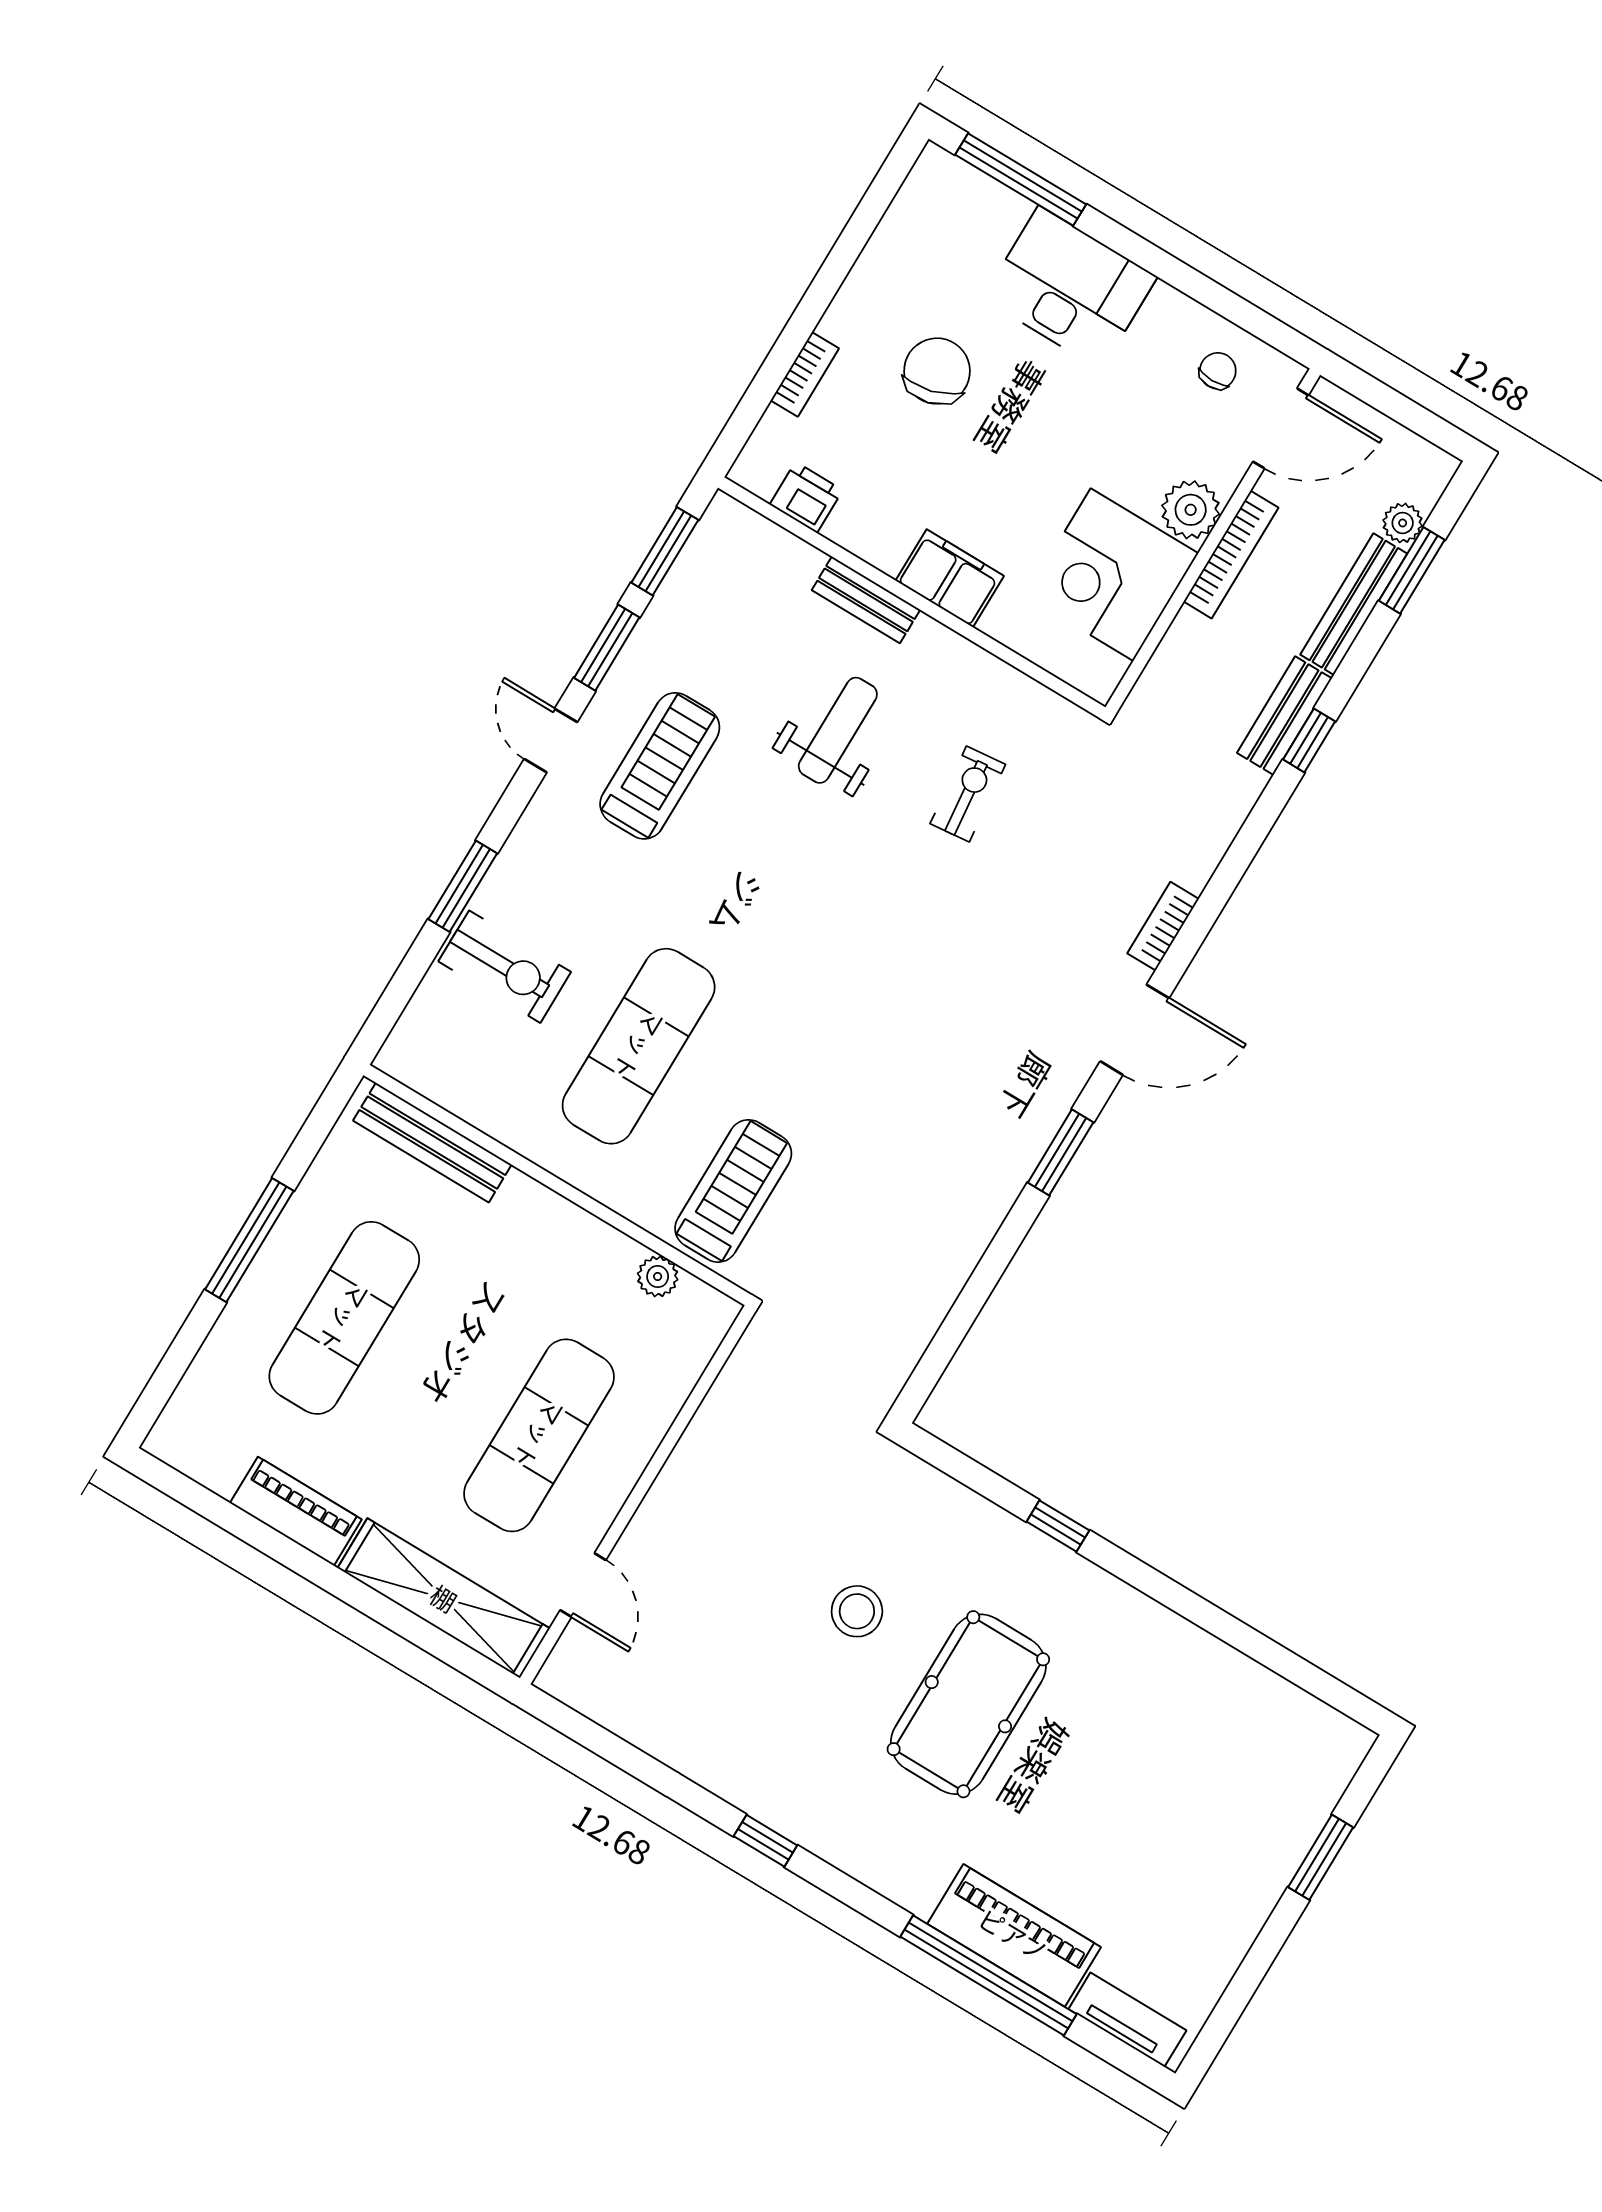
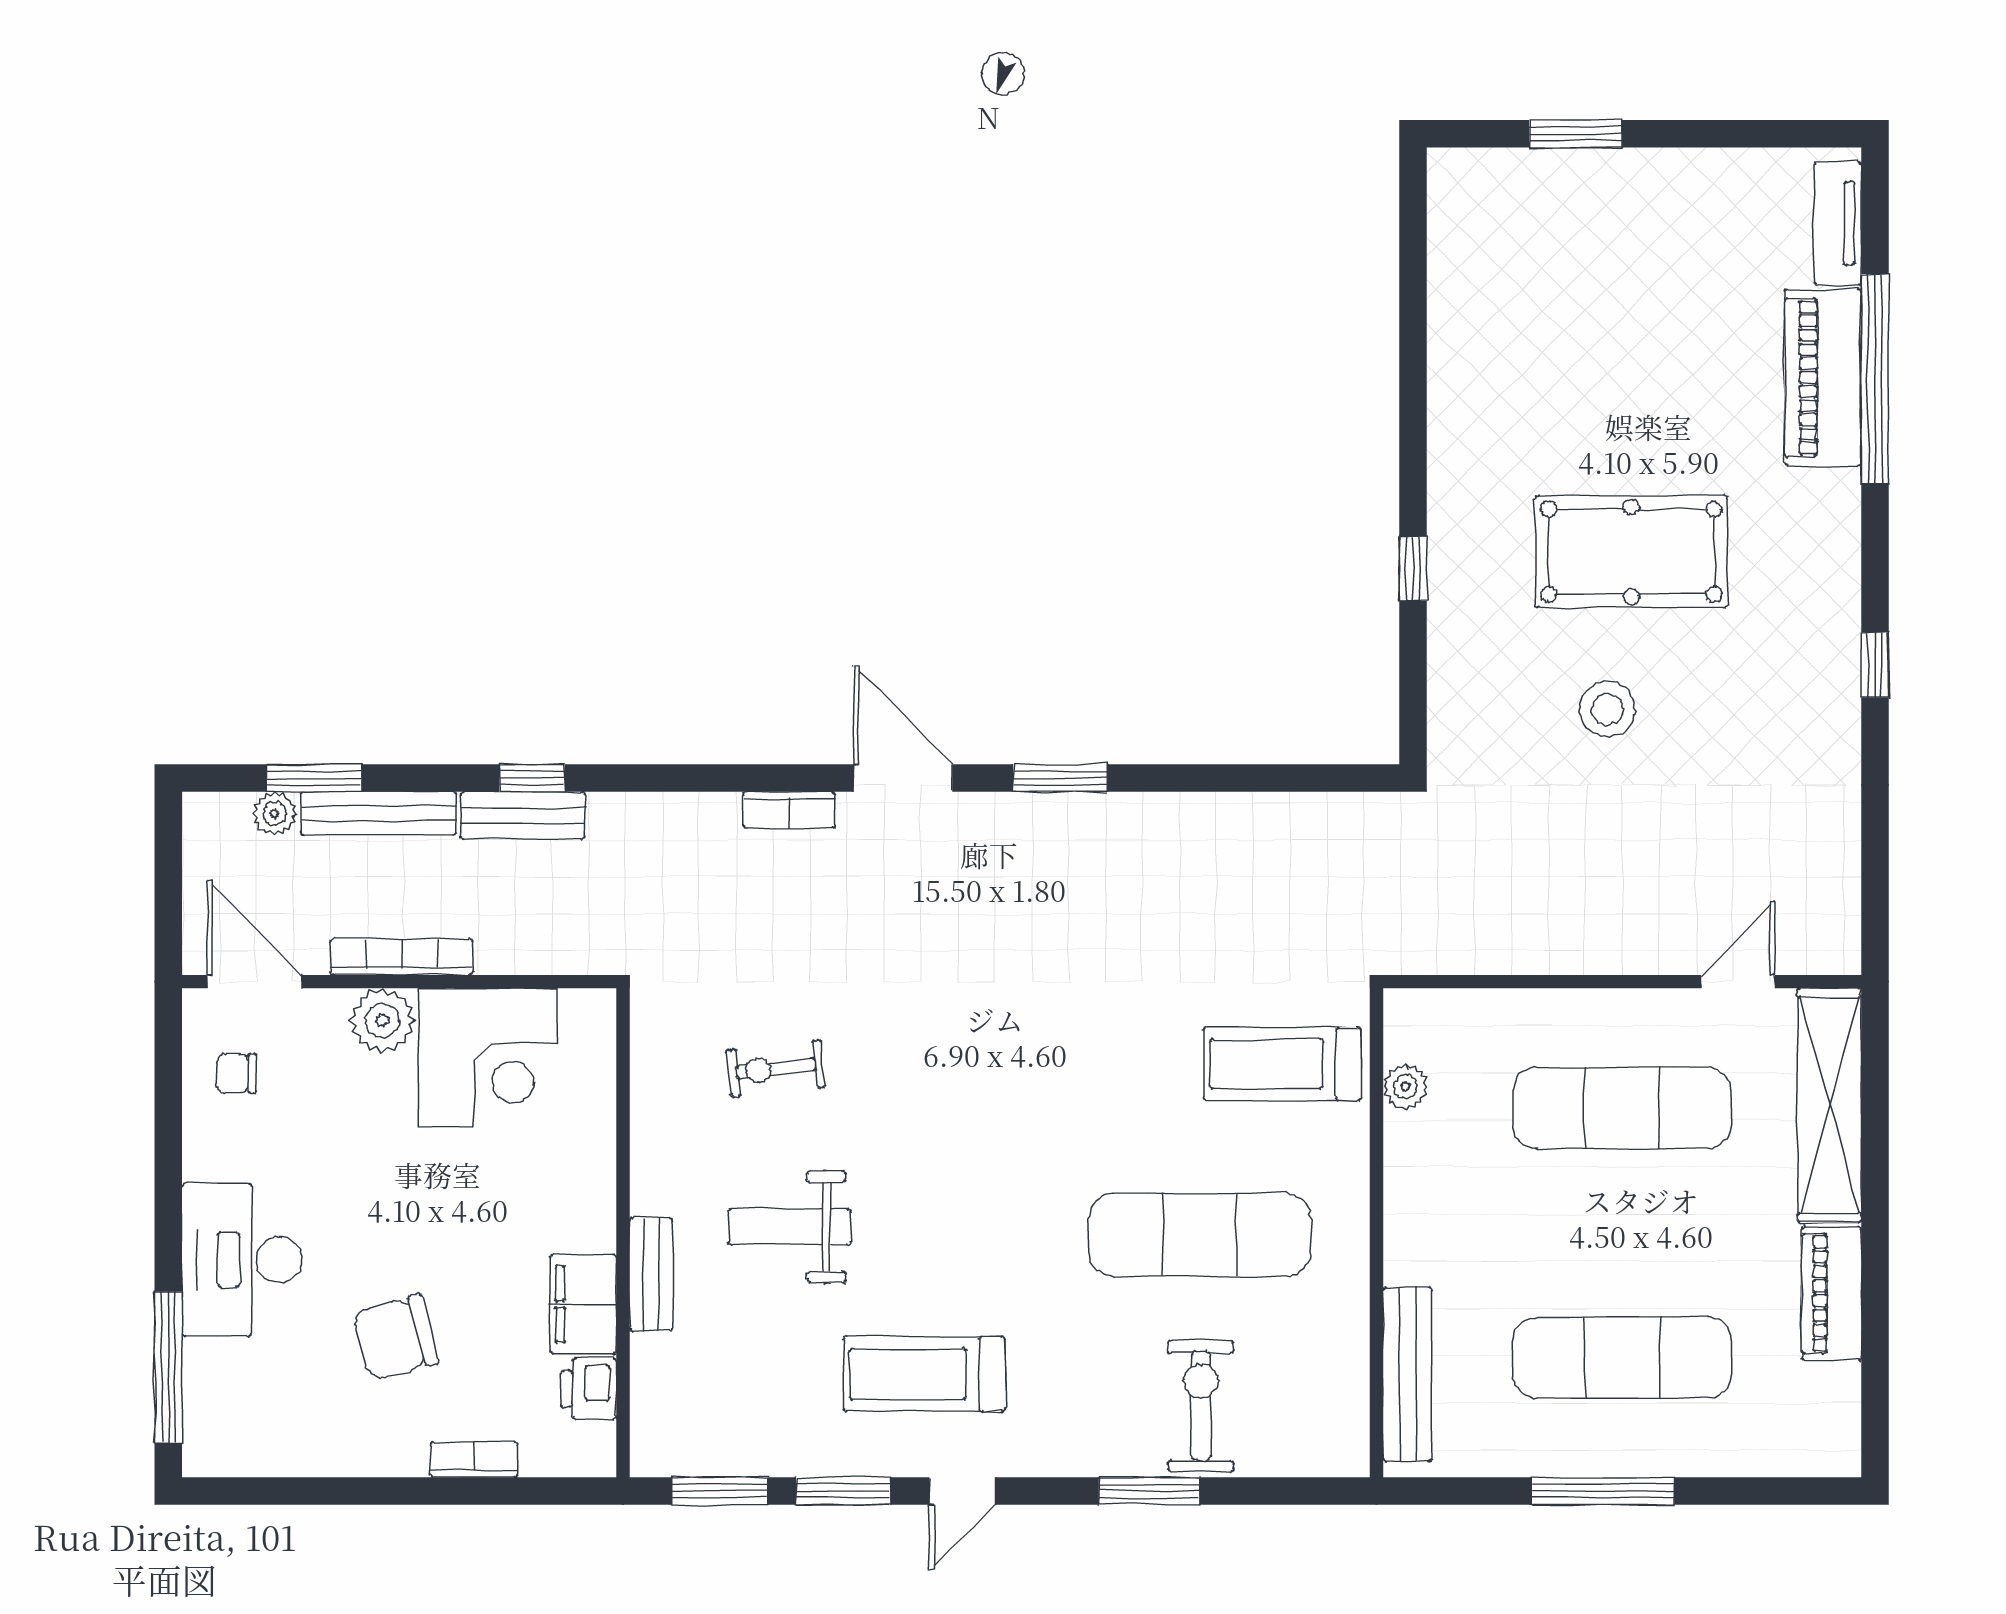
filing cabinet: (950, 578) -> (583, 1304), moved

